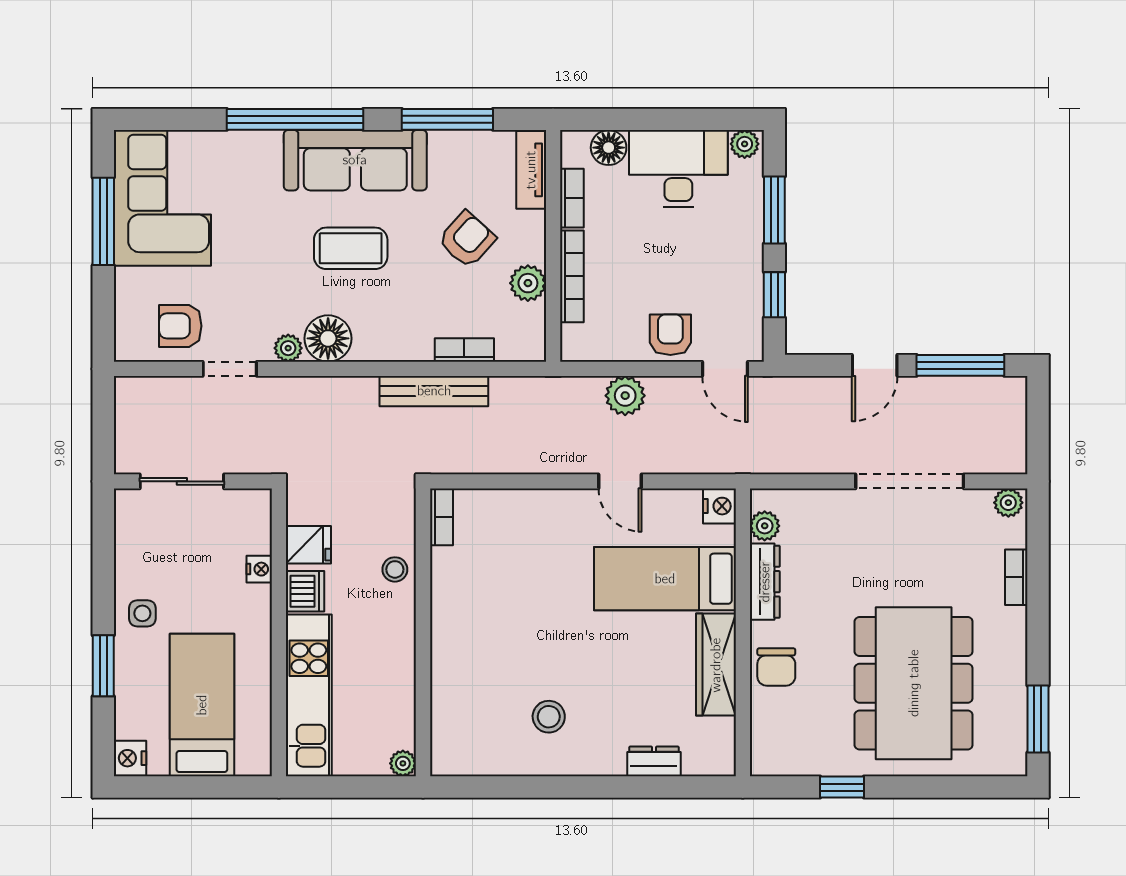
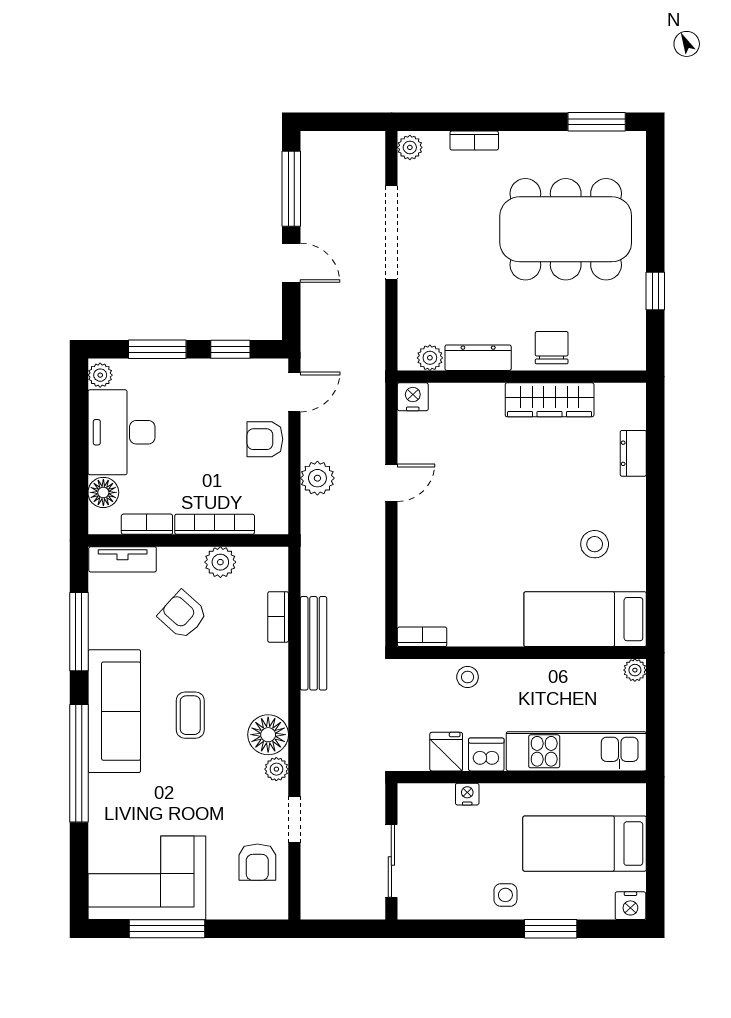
coffee table: (351, 248) -> (190, 715), width x0.73, depth x0.77
bed: (665, 579) -> (585, 619), moved, turned 90
chair: (776, 667) -> (552, 348), turned -90

